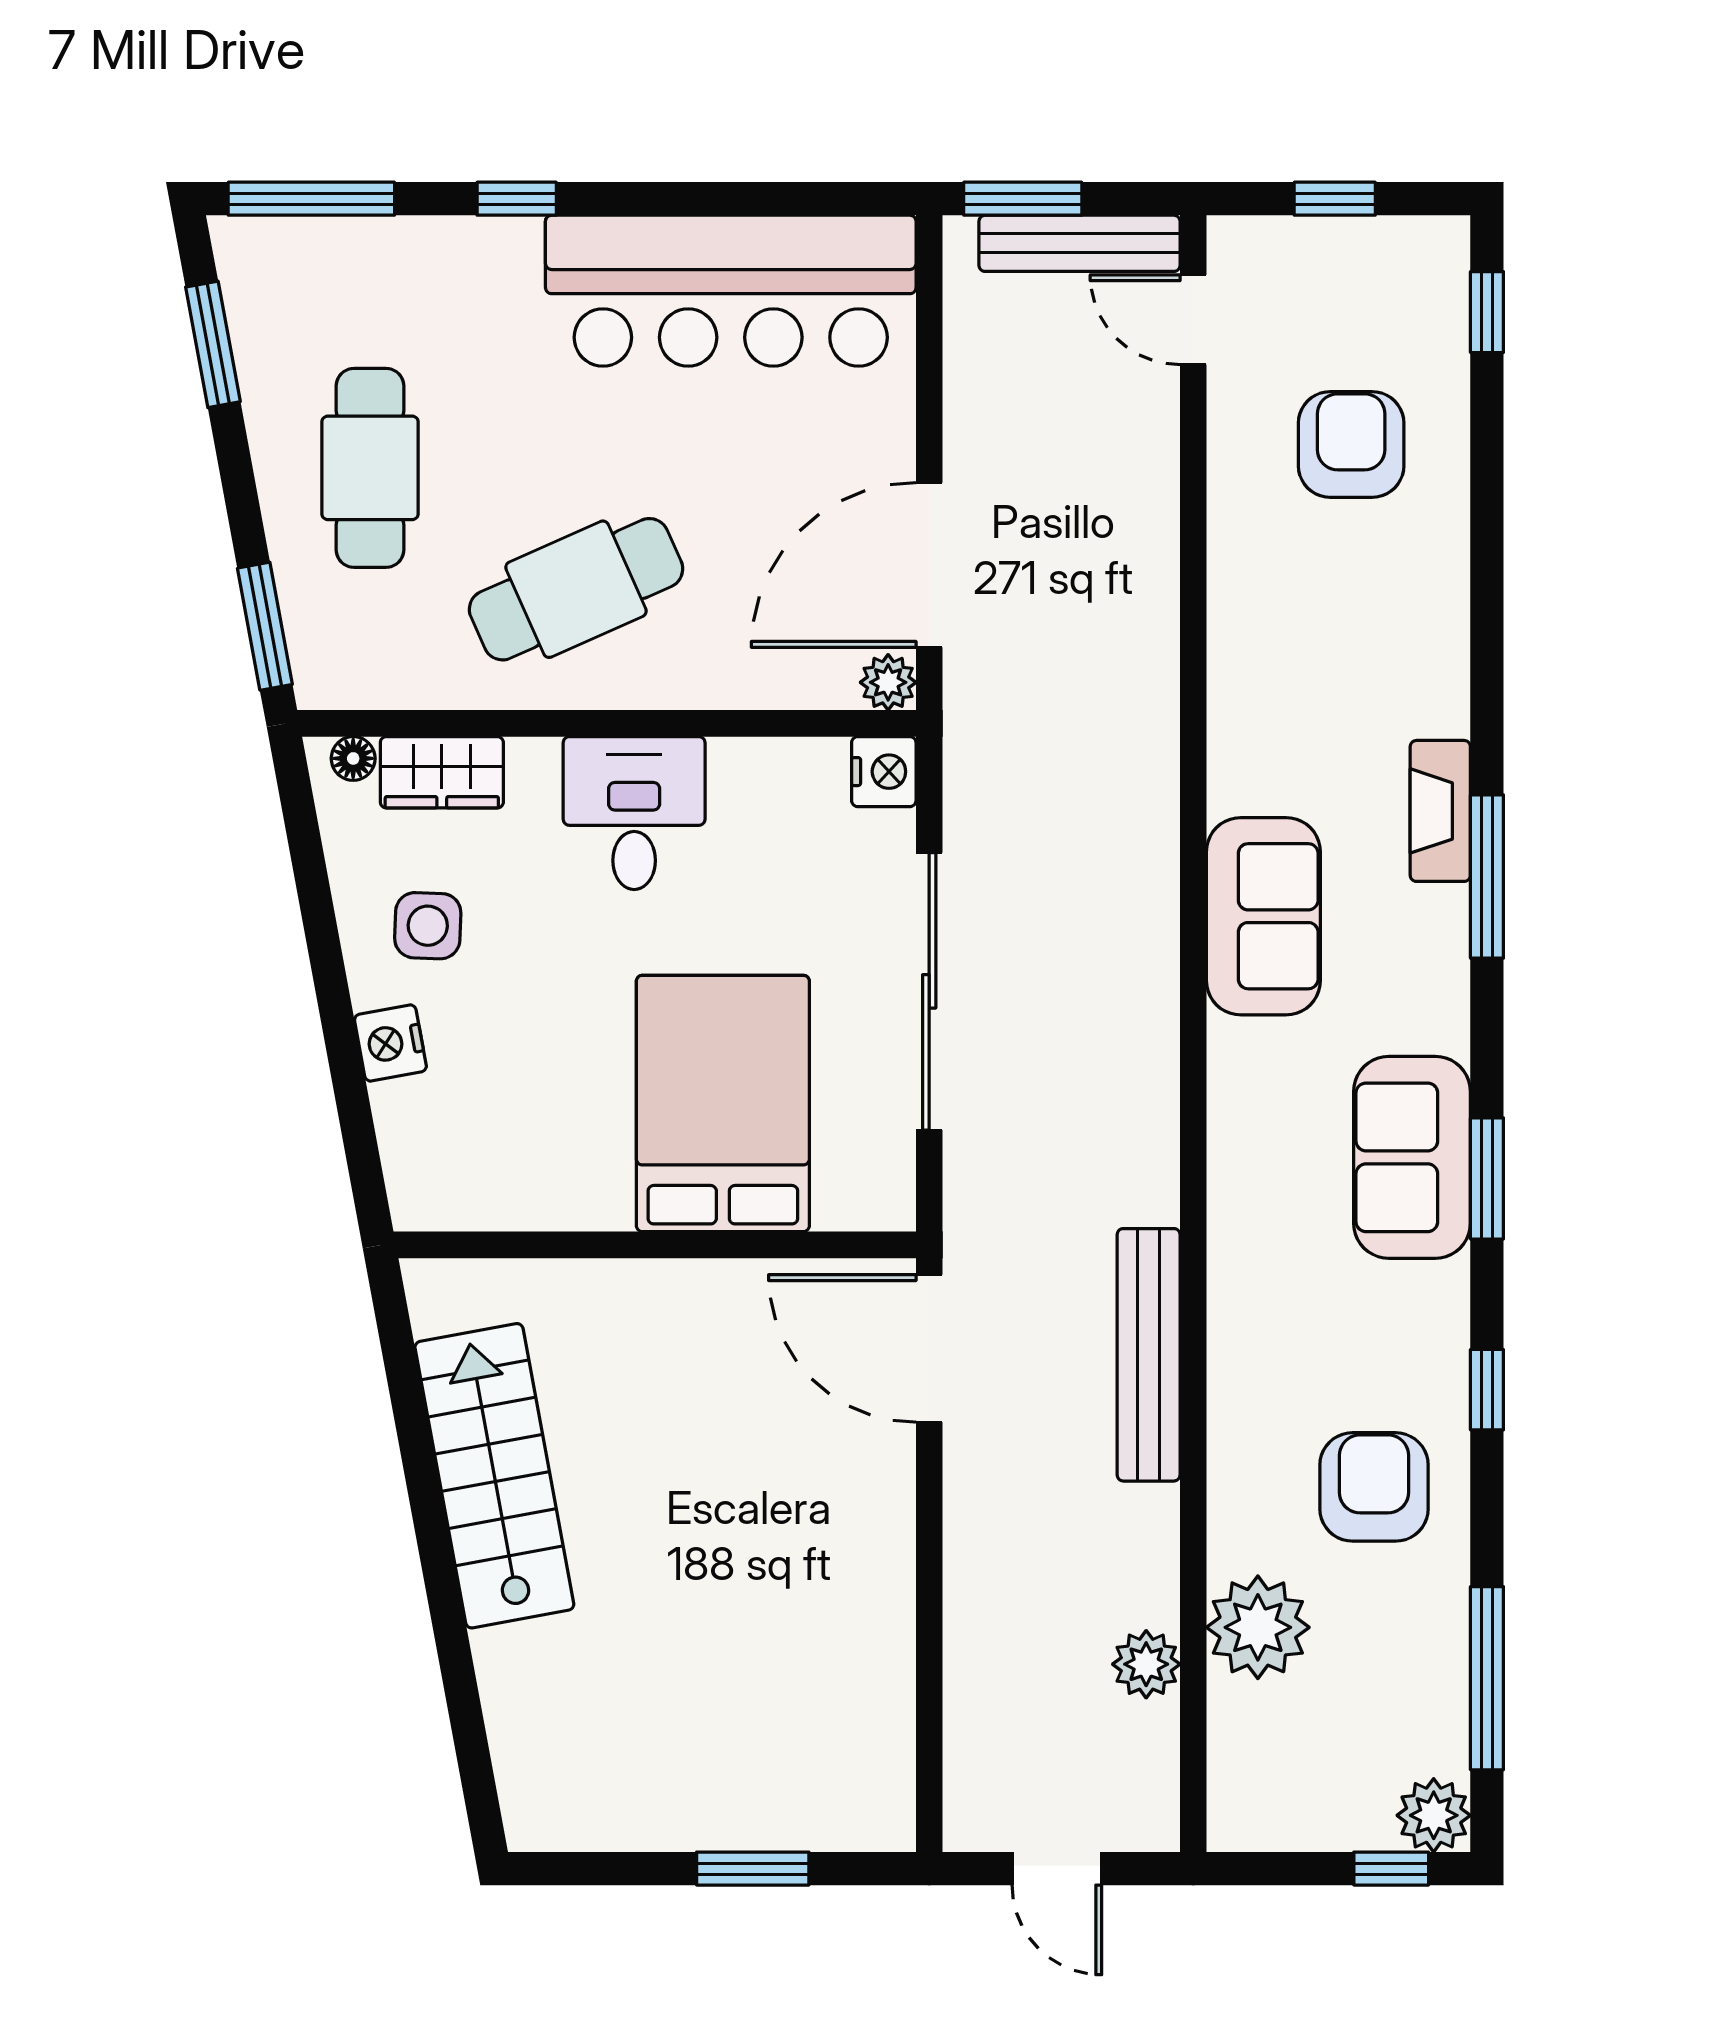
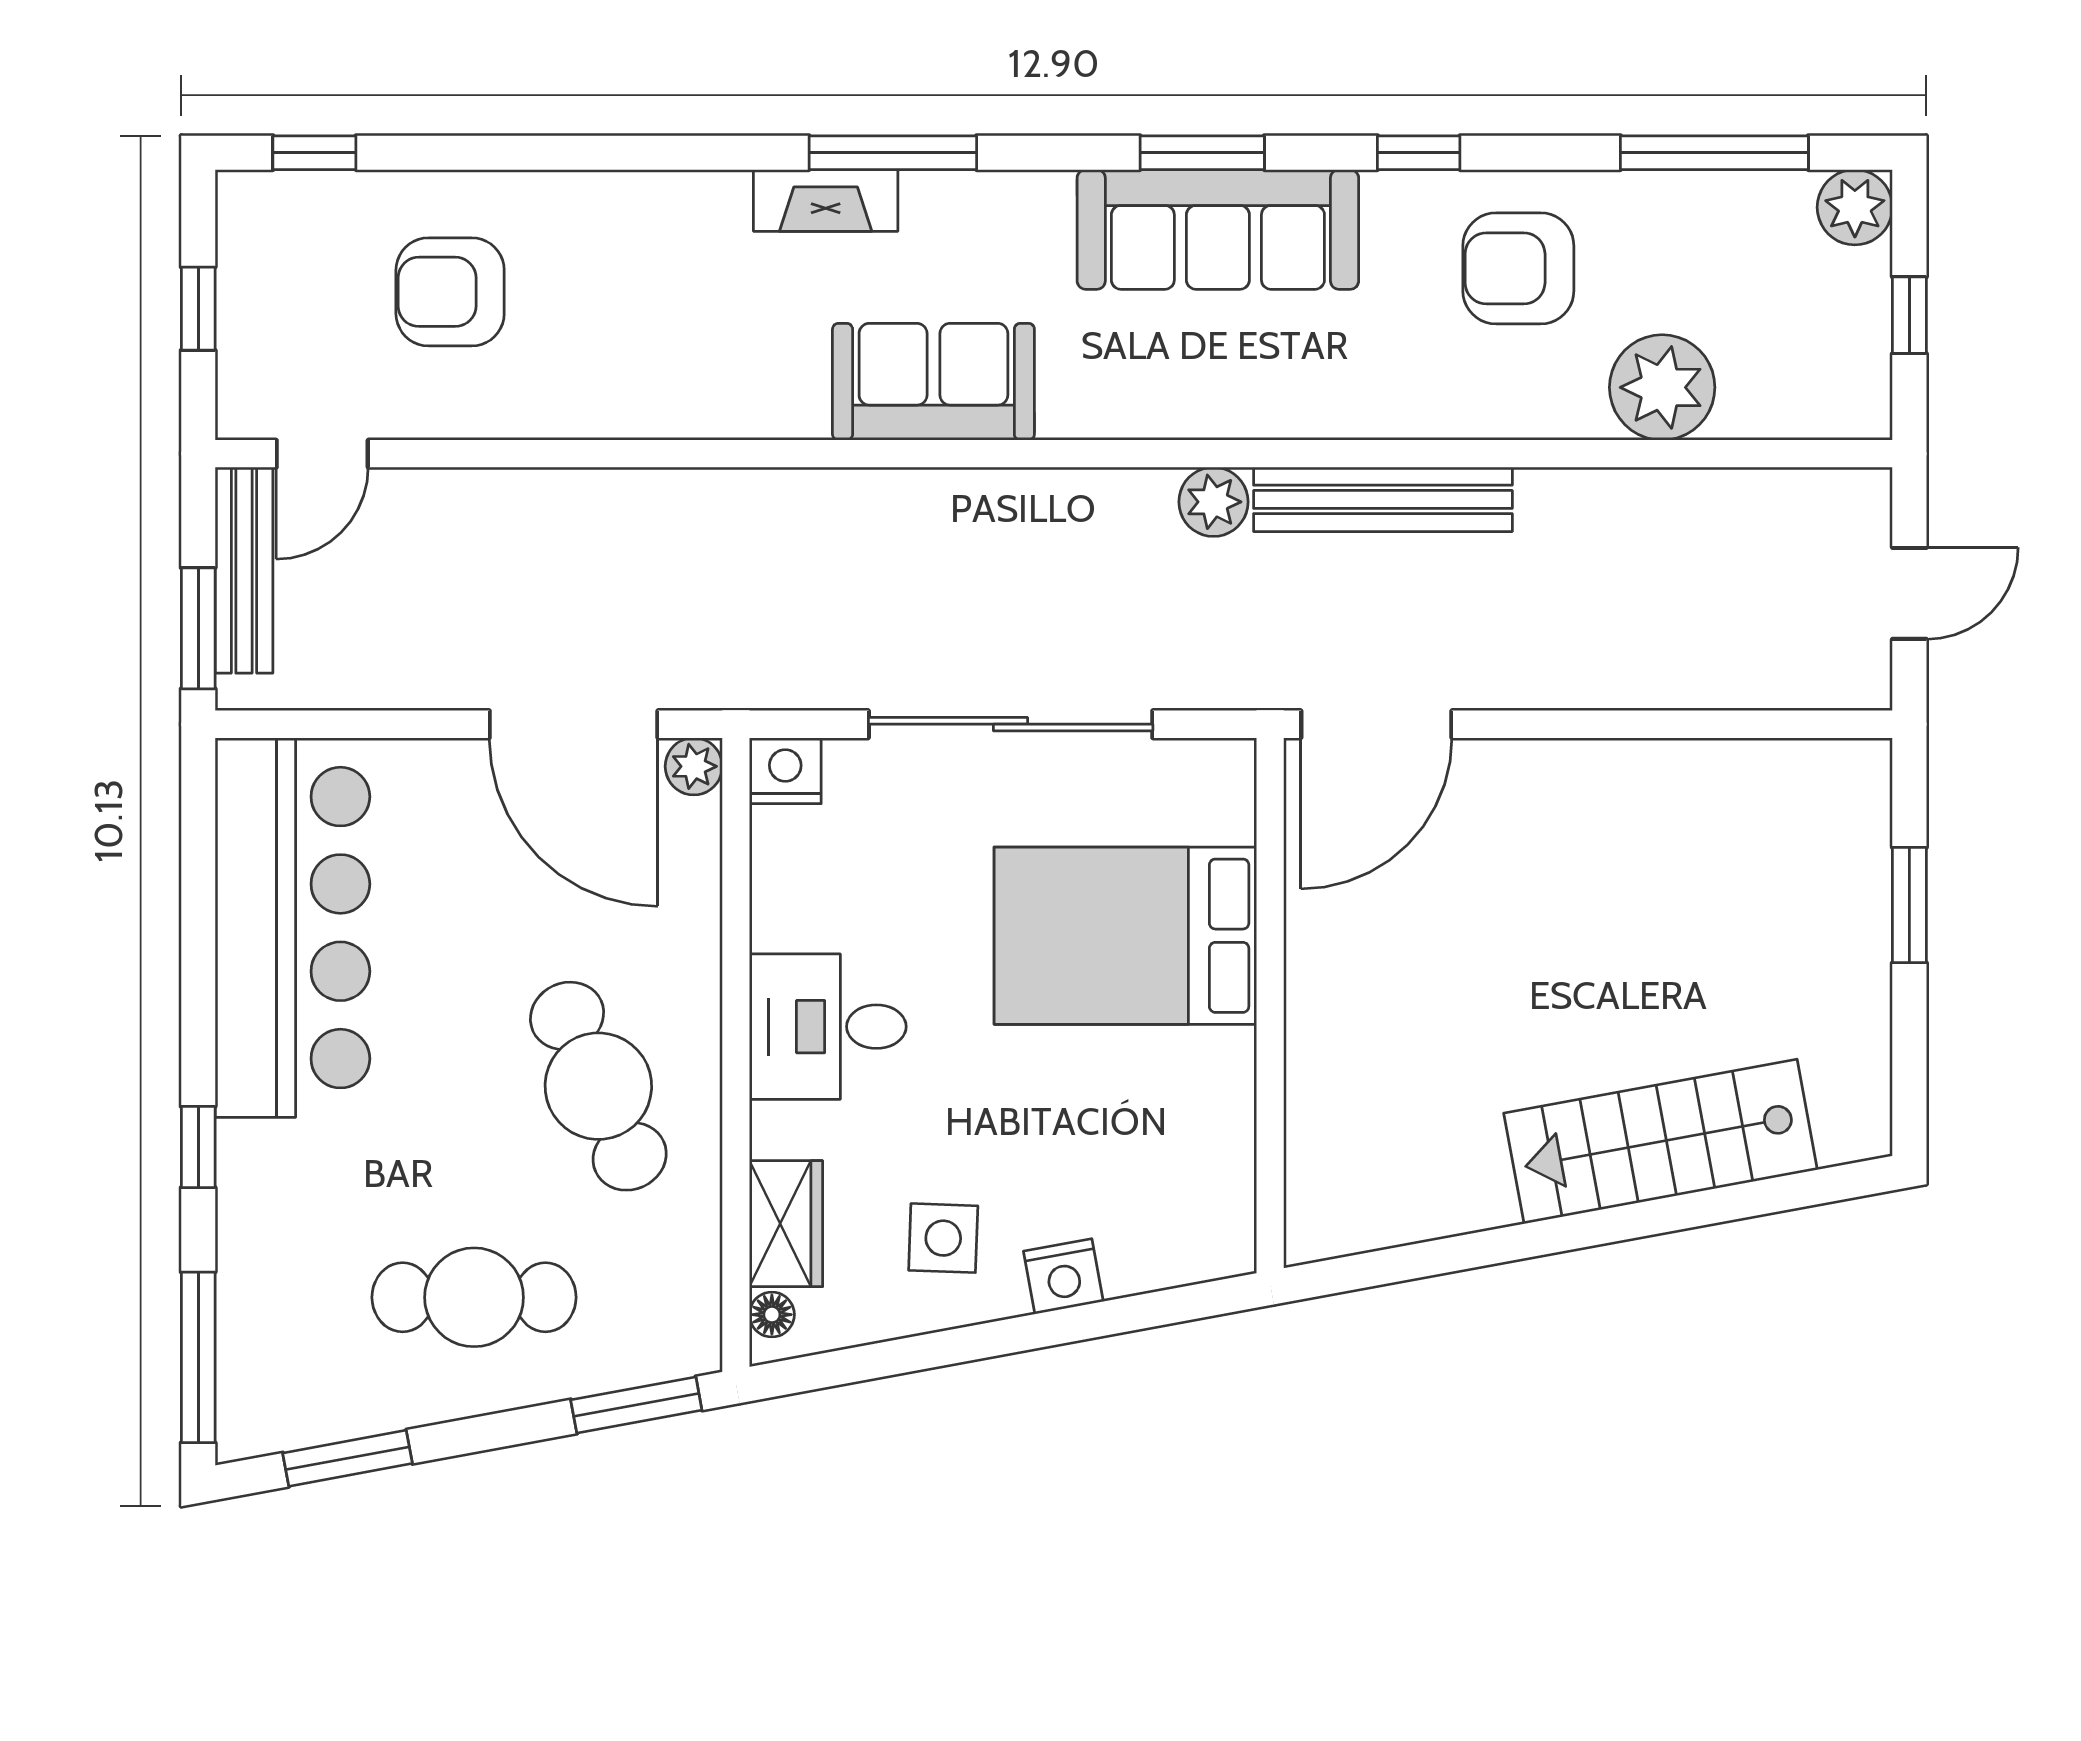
sofa: (1412, 1157) -> (1218, 229), width x1.36
stairs: (494, 1476) -> (1661, 1141), moved
plant: (1146, 1664) -> (1213, 502), moved
window: (1391, 1869) -> (1909, 315), moved

